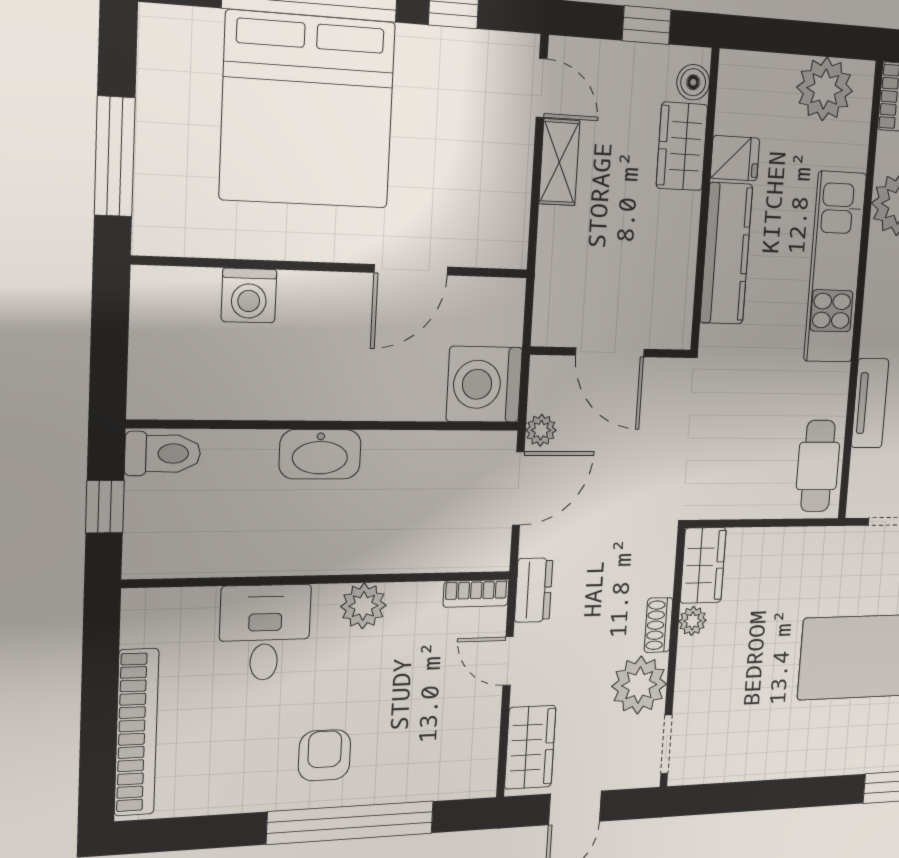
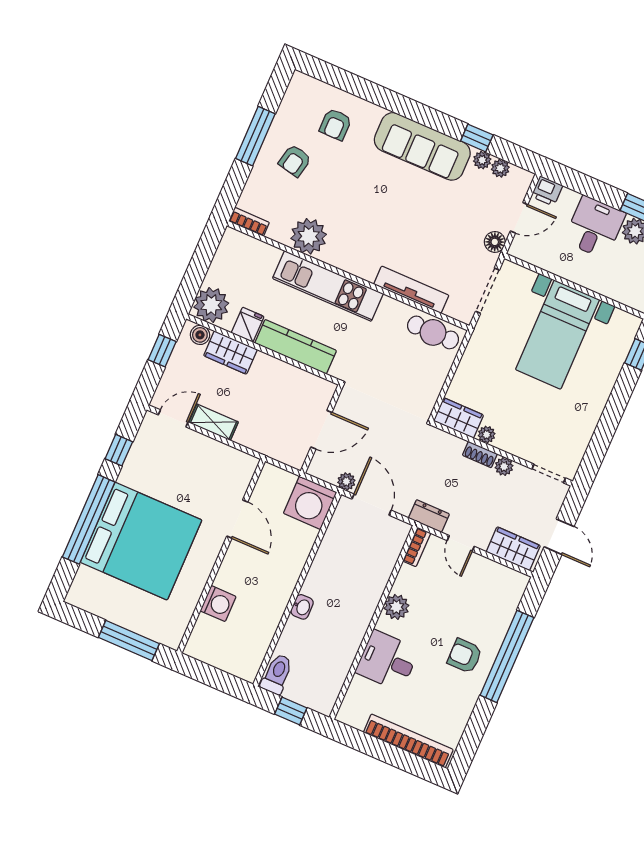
plant: (825, 89) -> (211, 305), moved
tv unit: (870, 403) -> (411, 290), width x1.41
washbasin: (320, 454) -> (302, 607), width x0.52, depth x0.69
door: (508, 661) -> (461, 543), hinge flipped
plant: (639, 685) -> (504, 467), width x0.53, depth x0.53

